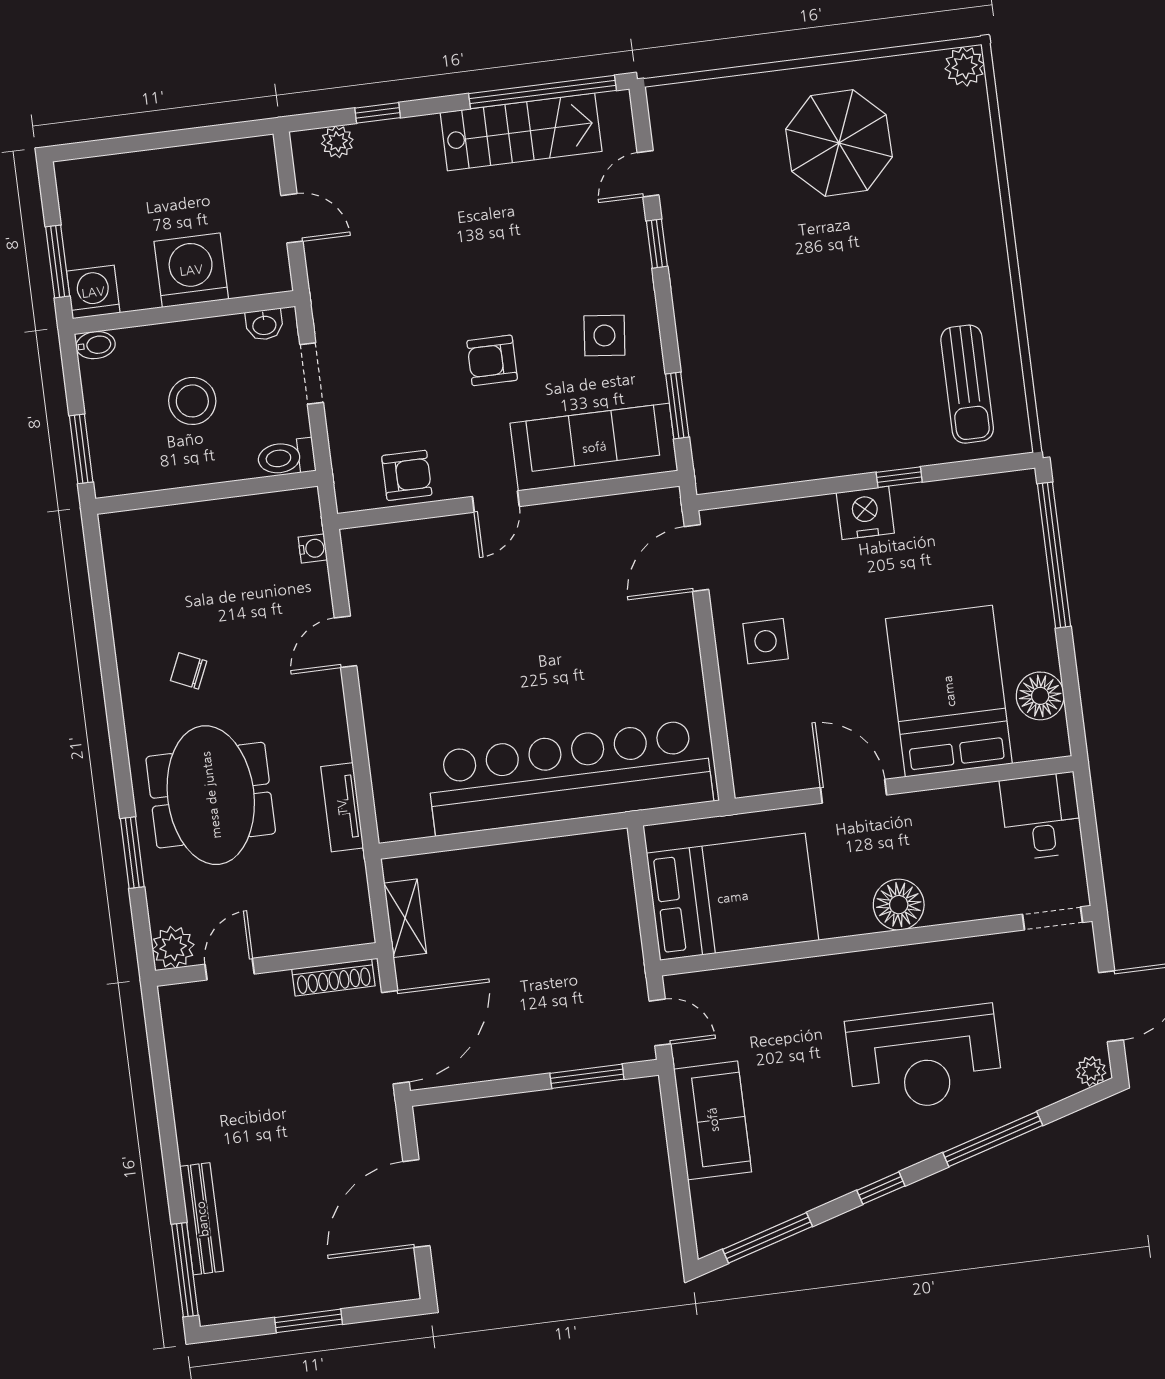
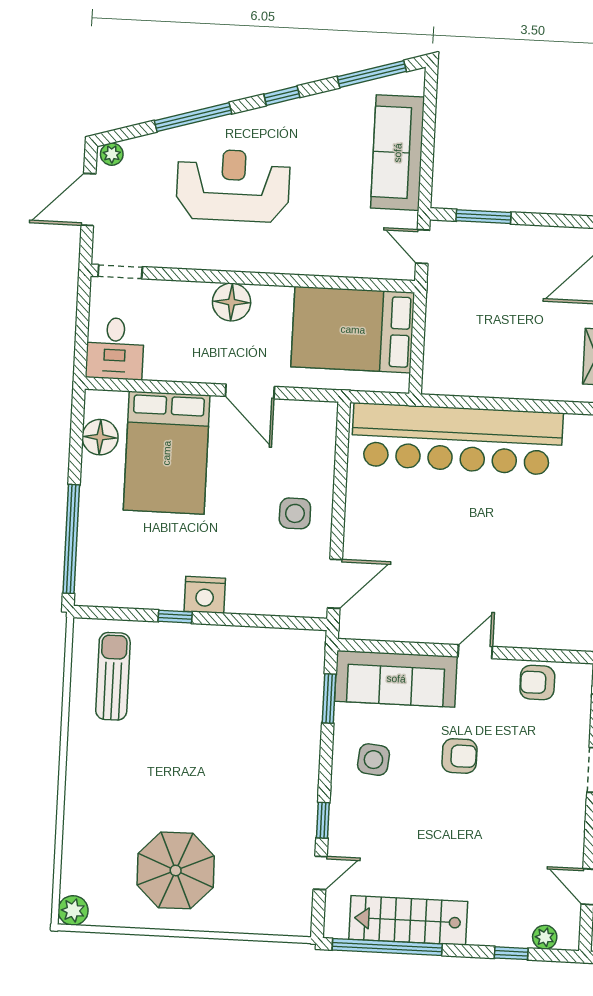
sofa: (713, 1120) -> (398, 153), width x1.36

